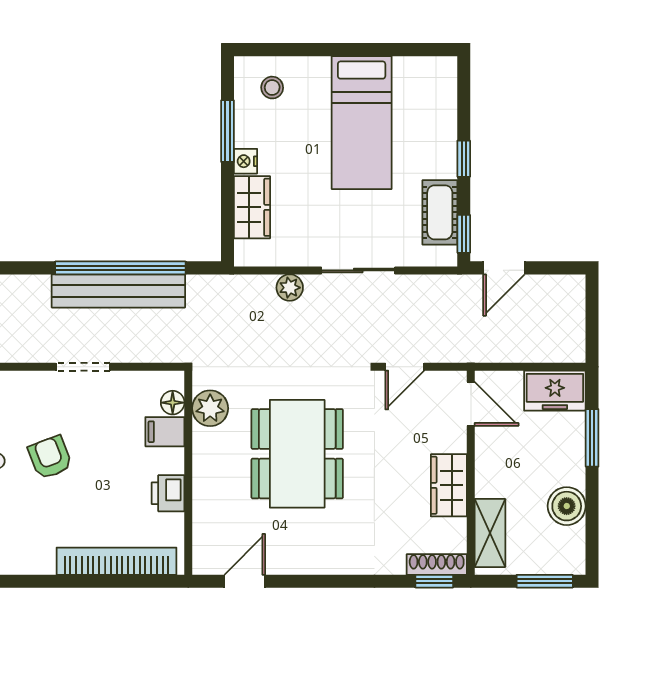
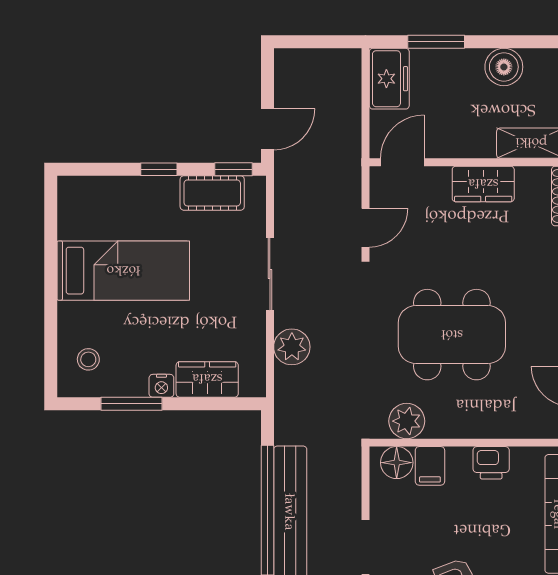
door: (504, 268) -> (267, 129), hinge flipped
plant: (290, 288) -> (292, 347), width x1.38, depth x1.38
door: (405, 367) -> (366, 228), hinge flipped
floor lamp: (173, 403) -> (397, 463), width x1.37, depth x1.37

